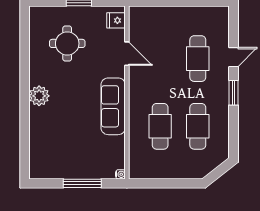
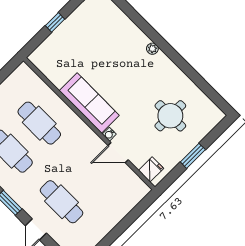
plant: (39, 96) -> (152, 49), width x0.53, depth x0.53
water cooler: (120, 174) -> (109, 134), moved
window: (82, 183) -> (55, 22), width x0.46

